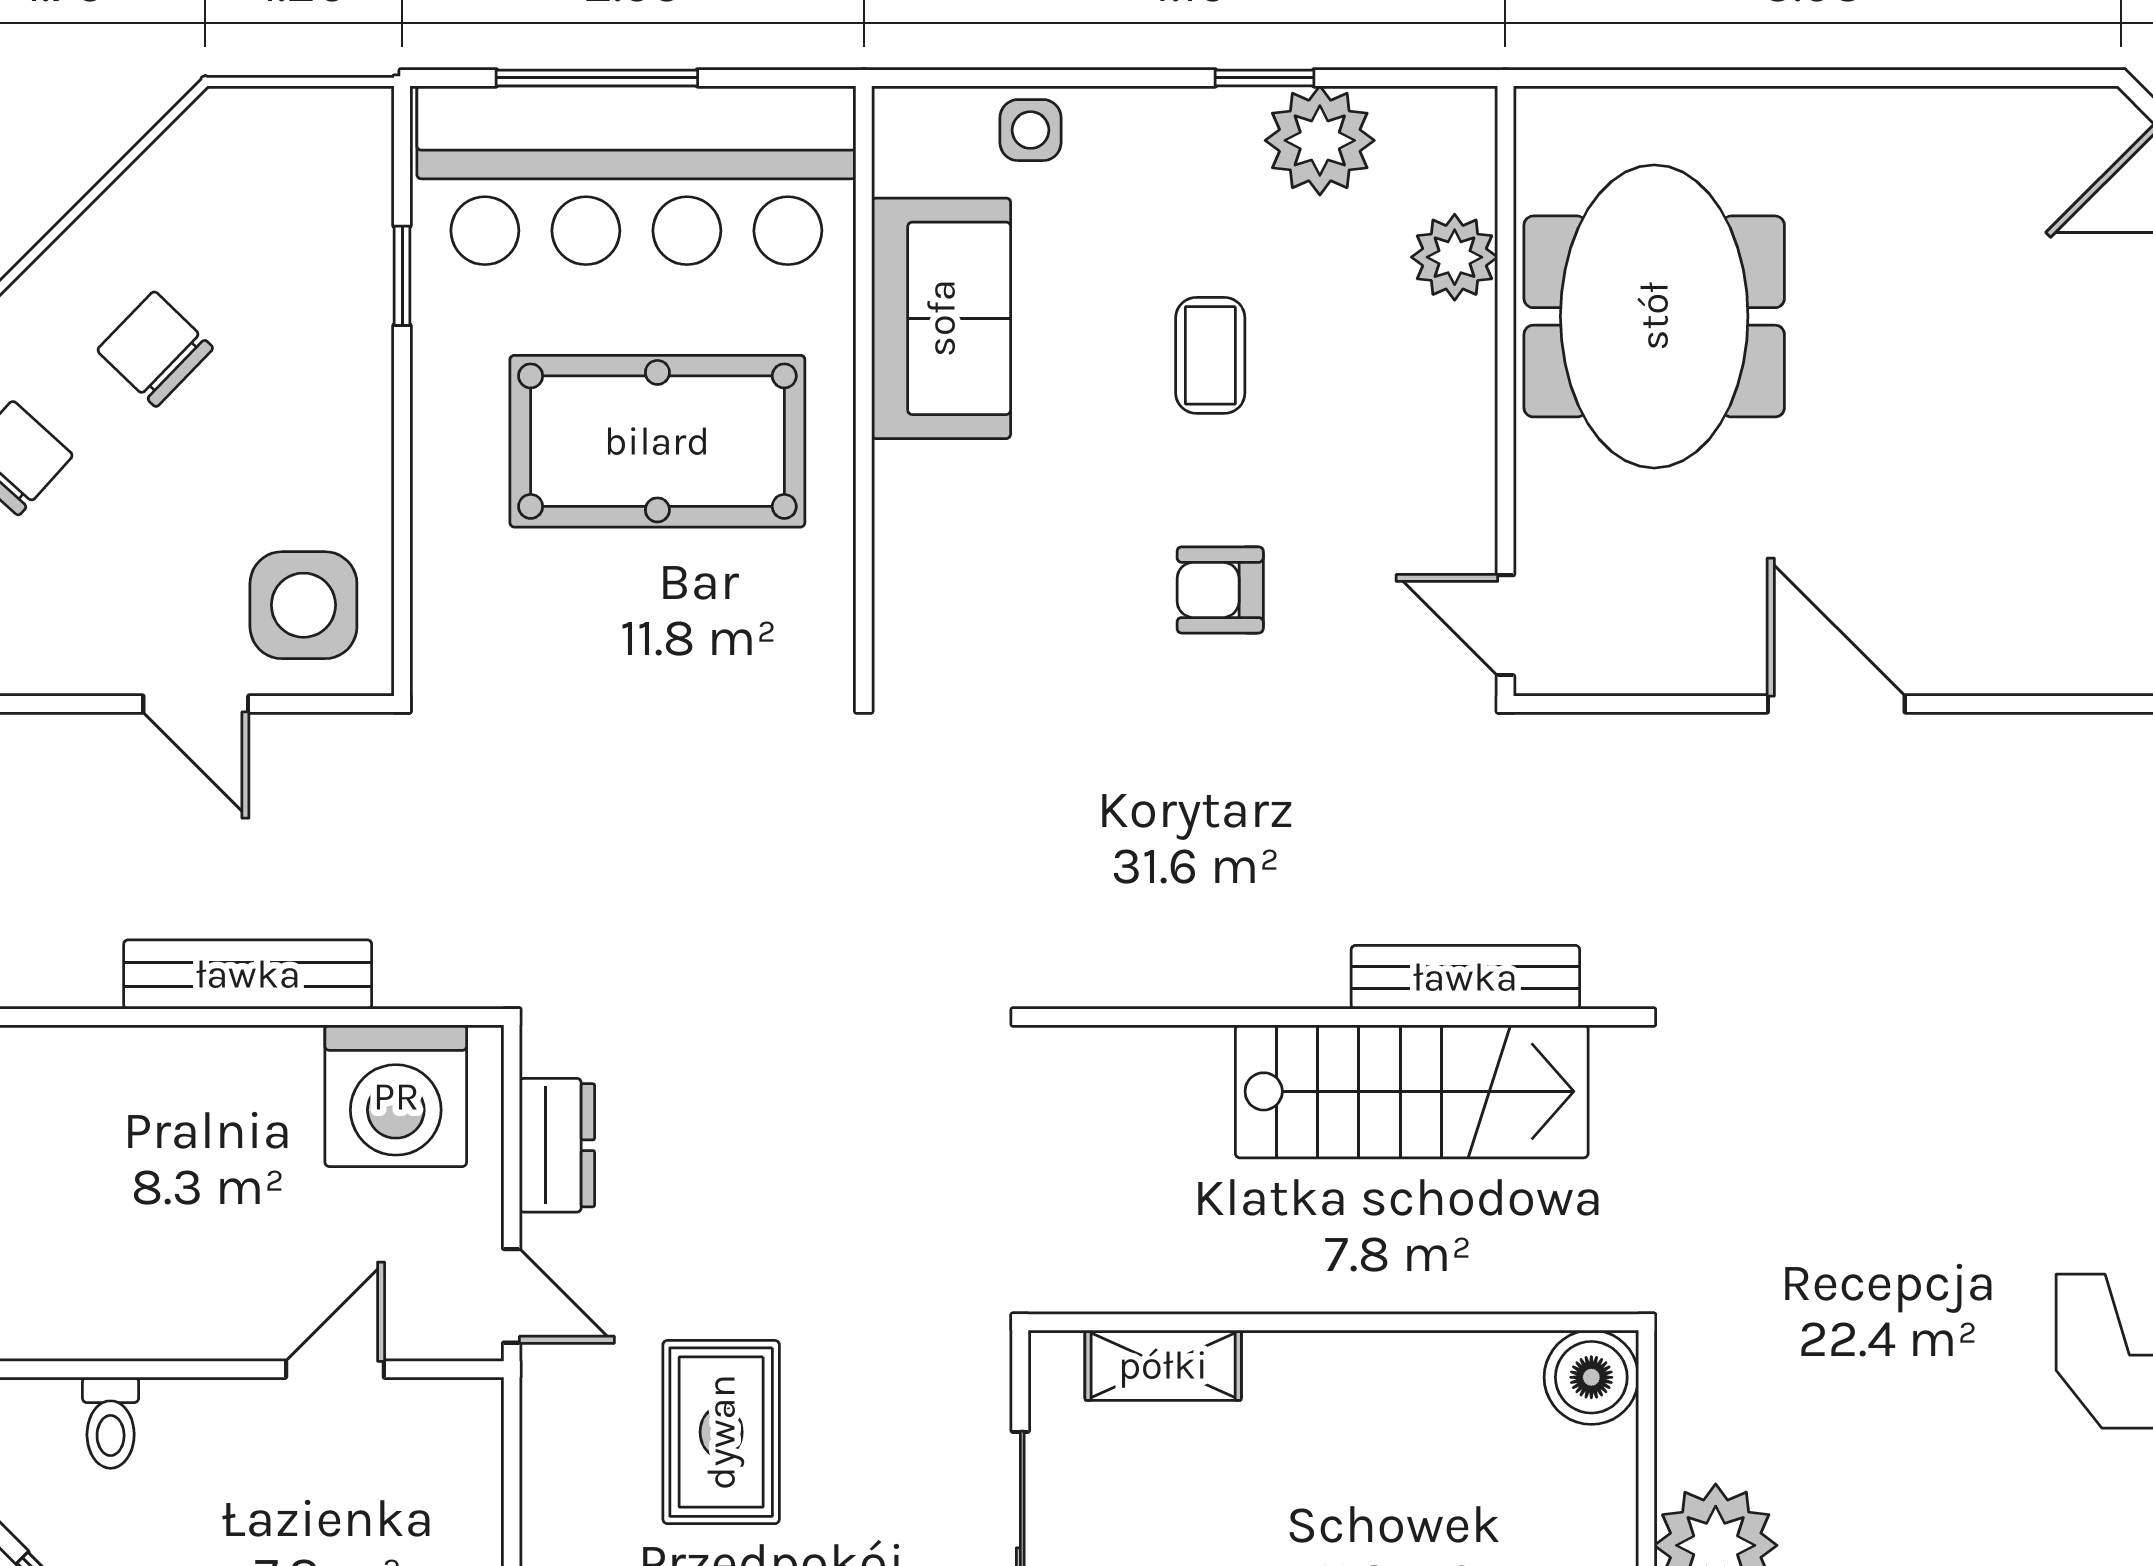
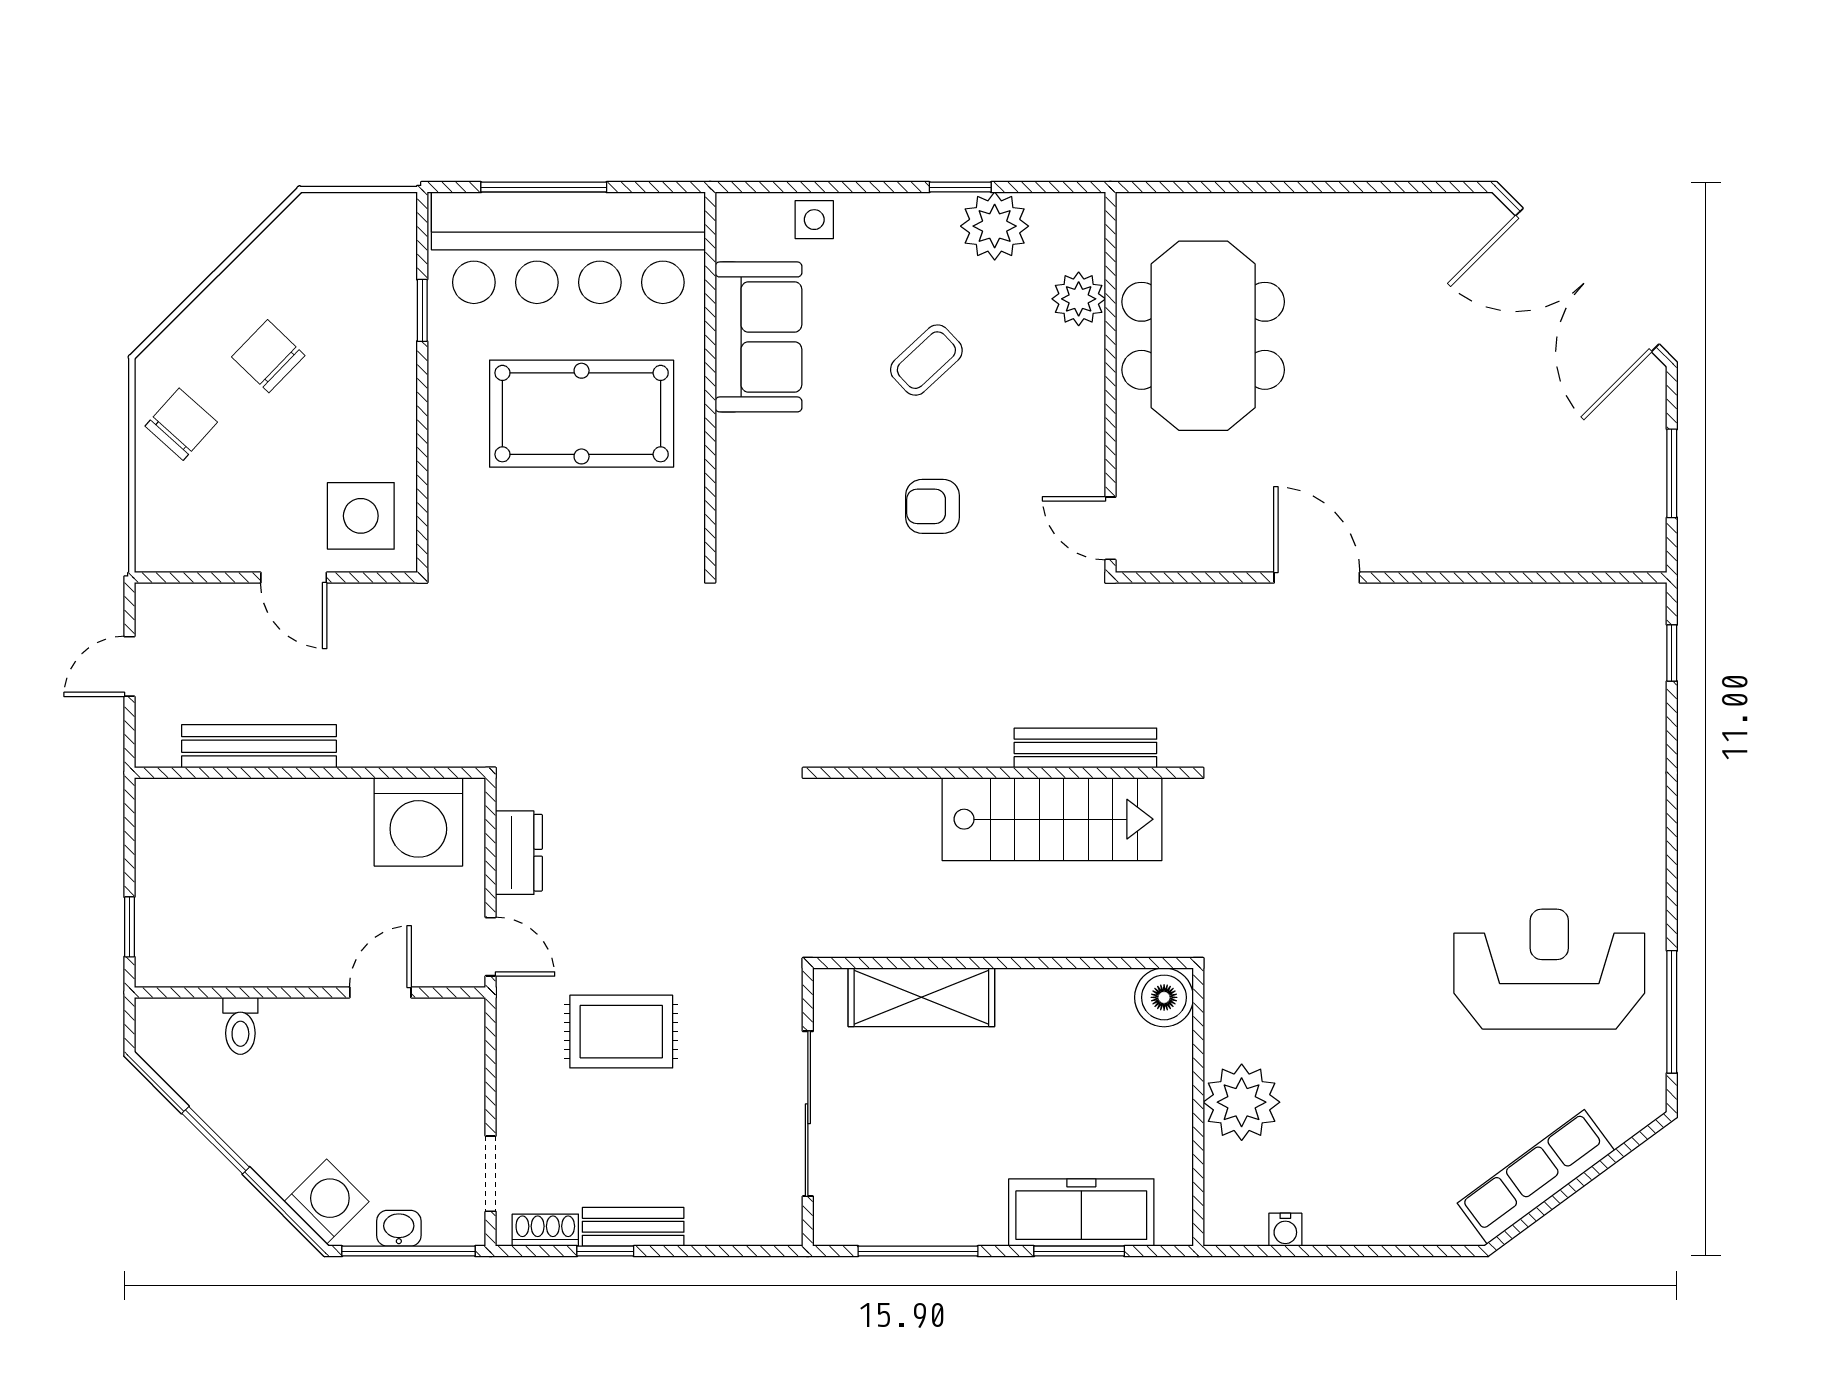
coffee table: (1210, 355) -> (926, 360), turned 47
bench: (248, 974) -> (259, 746), moved
shelving: (1163, 1365) -> (921, 997), width x1.50, depth x1.33
rug: (721, 1432) -> (621, 1032), turned 90

